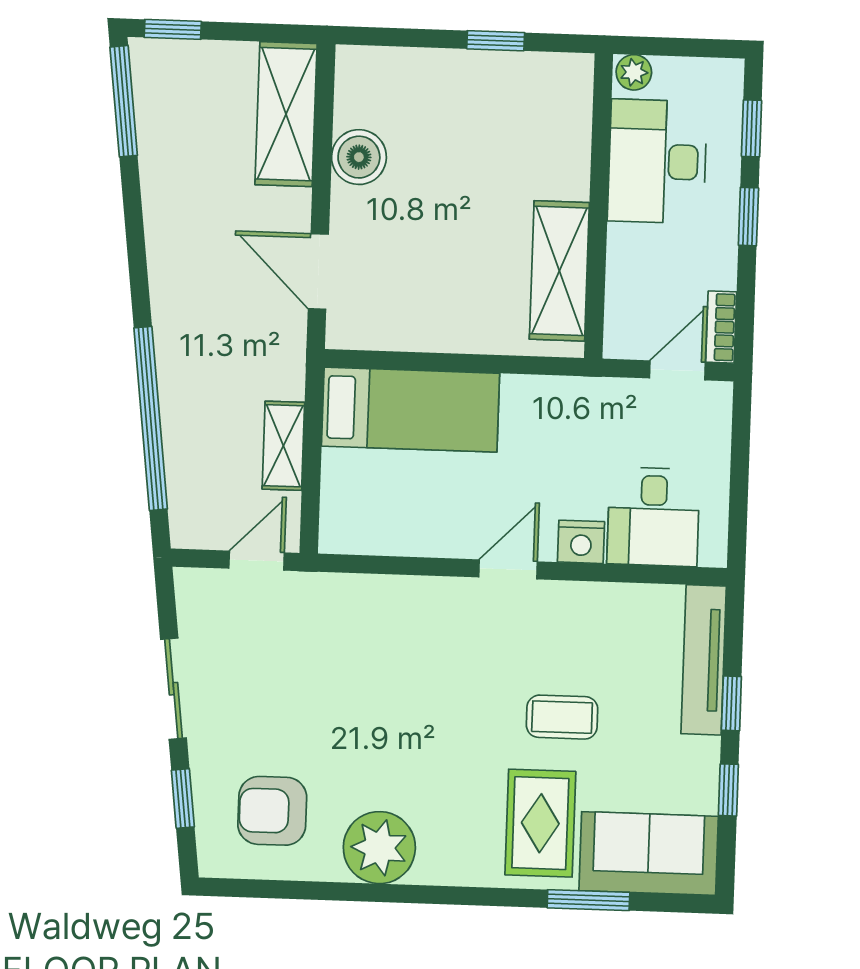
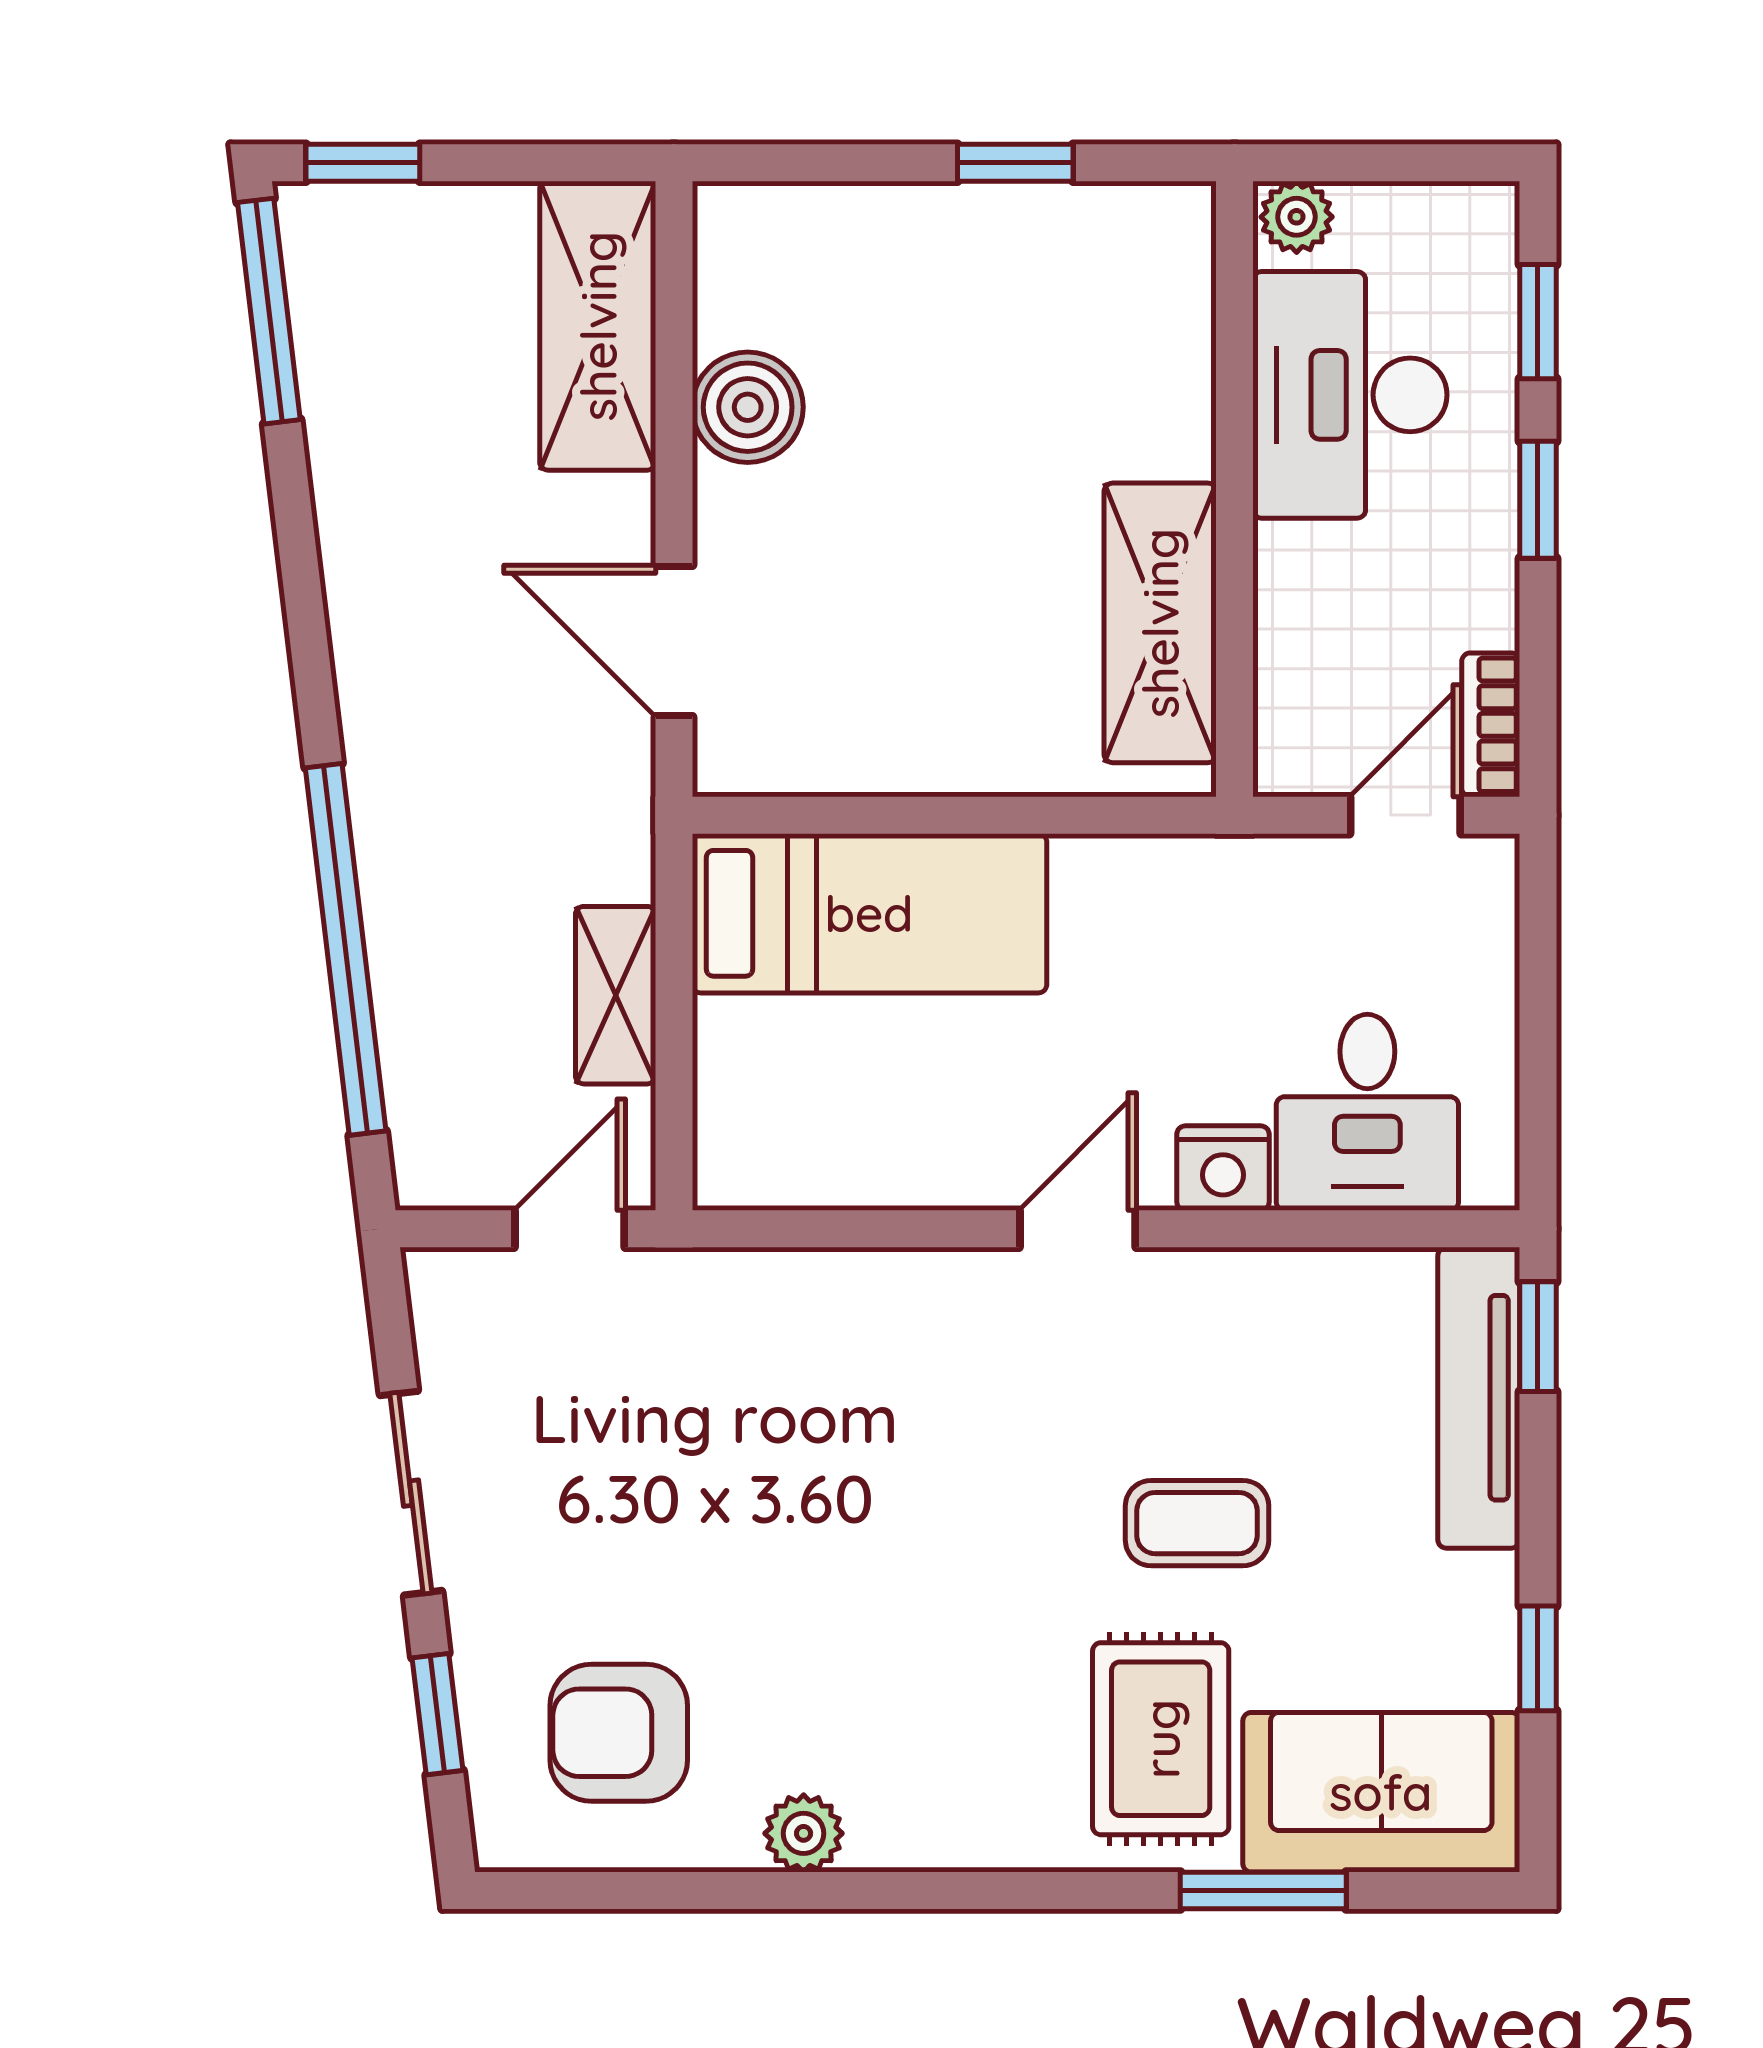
window: (731, 703) -> (1538, 1337), moved
plant: (379, 848) -> (804, 1833), width x0.53, depth x0.53

